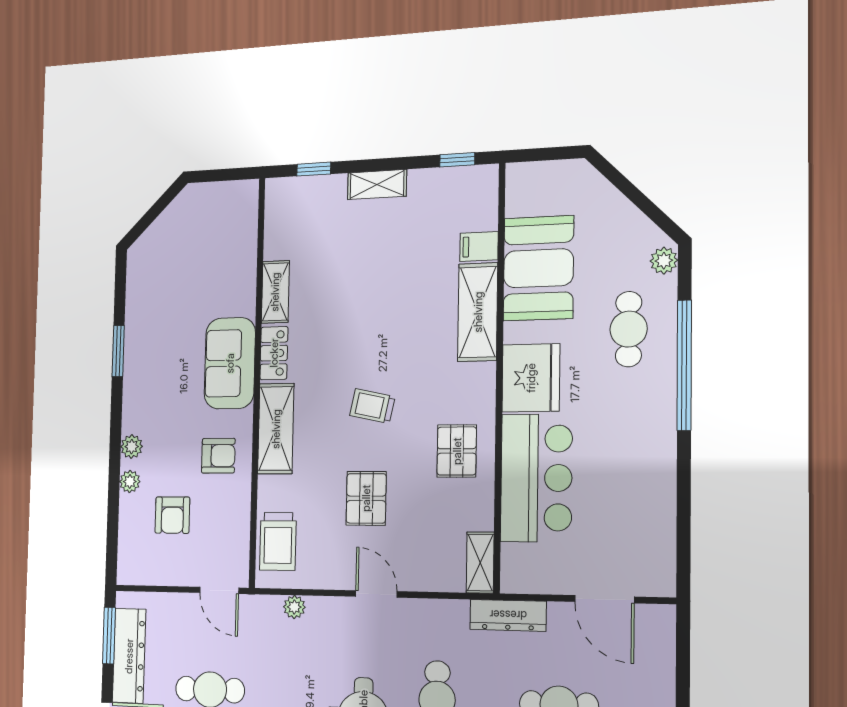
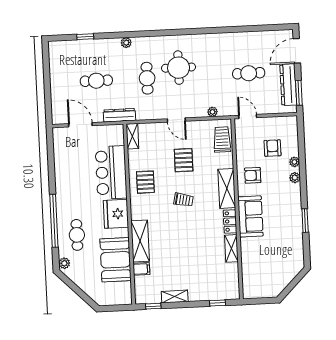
shelving: (377, 185) -> (175, 297), moved

